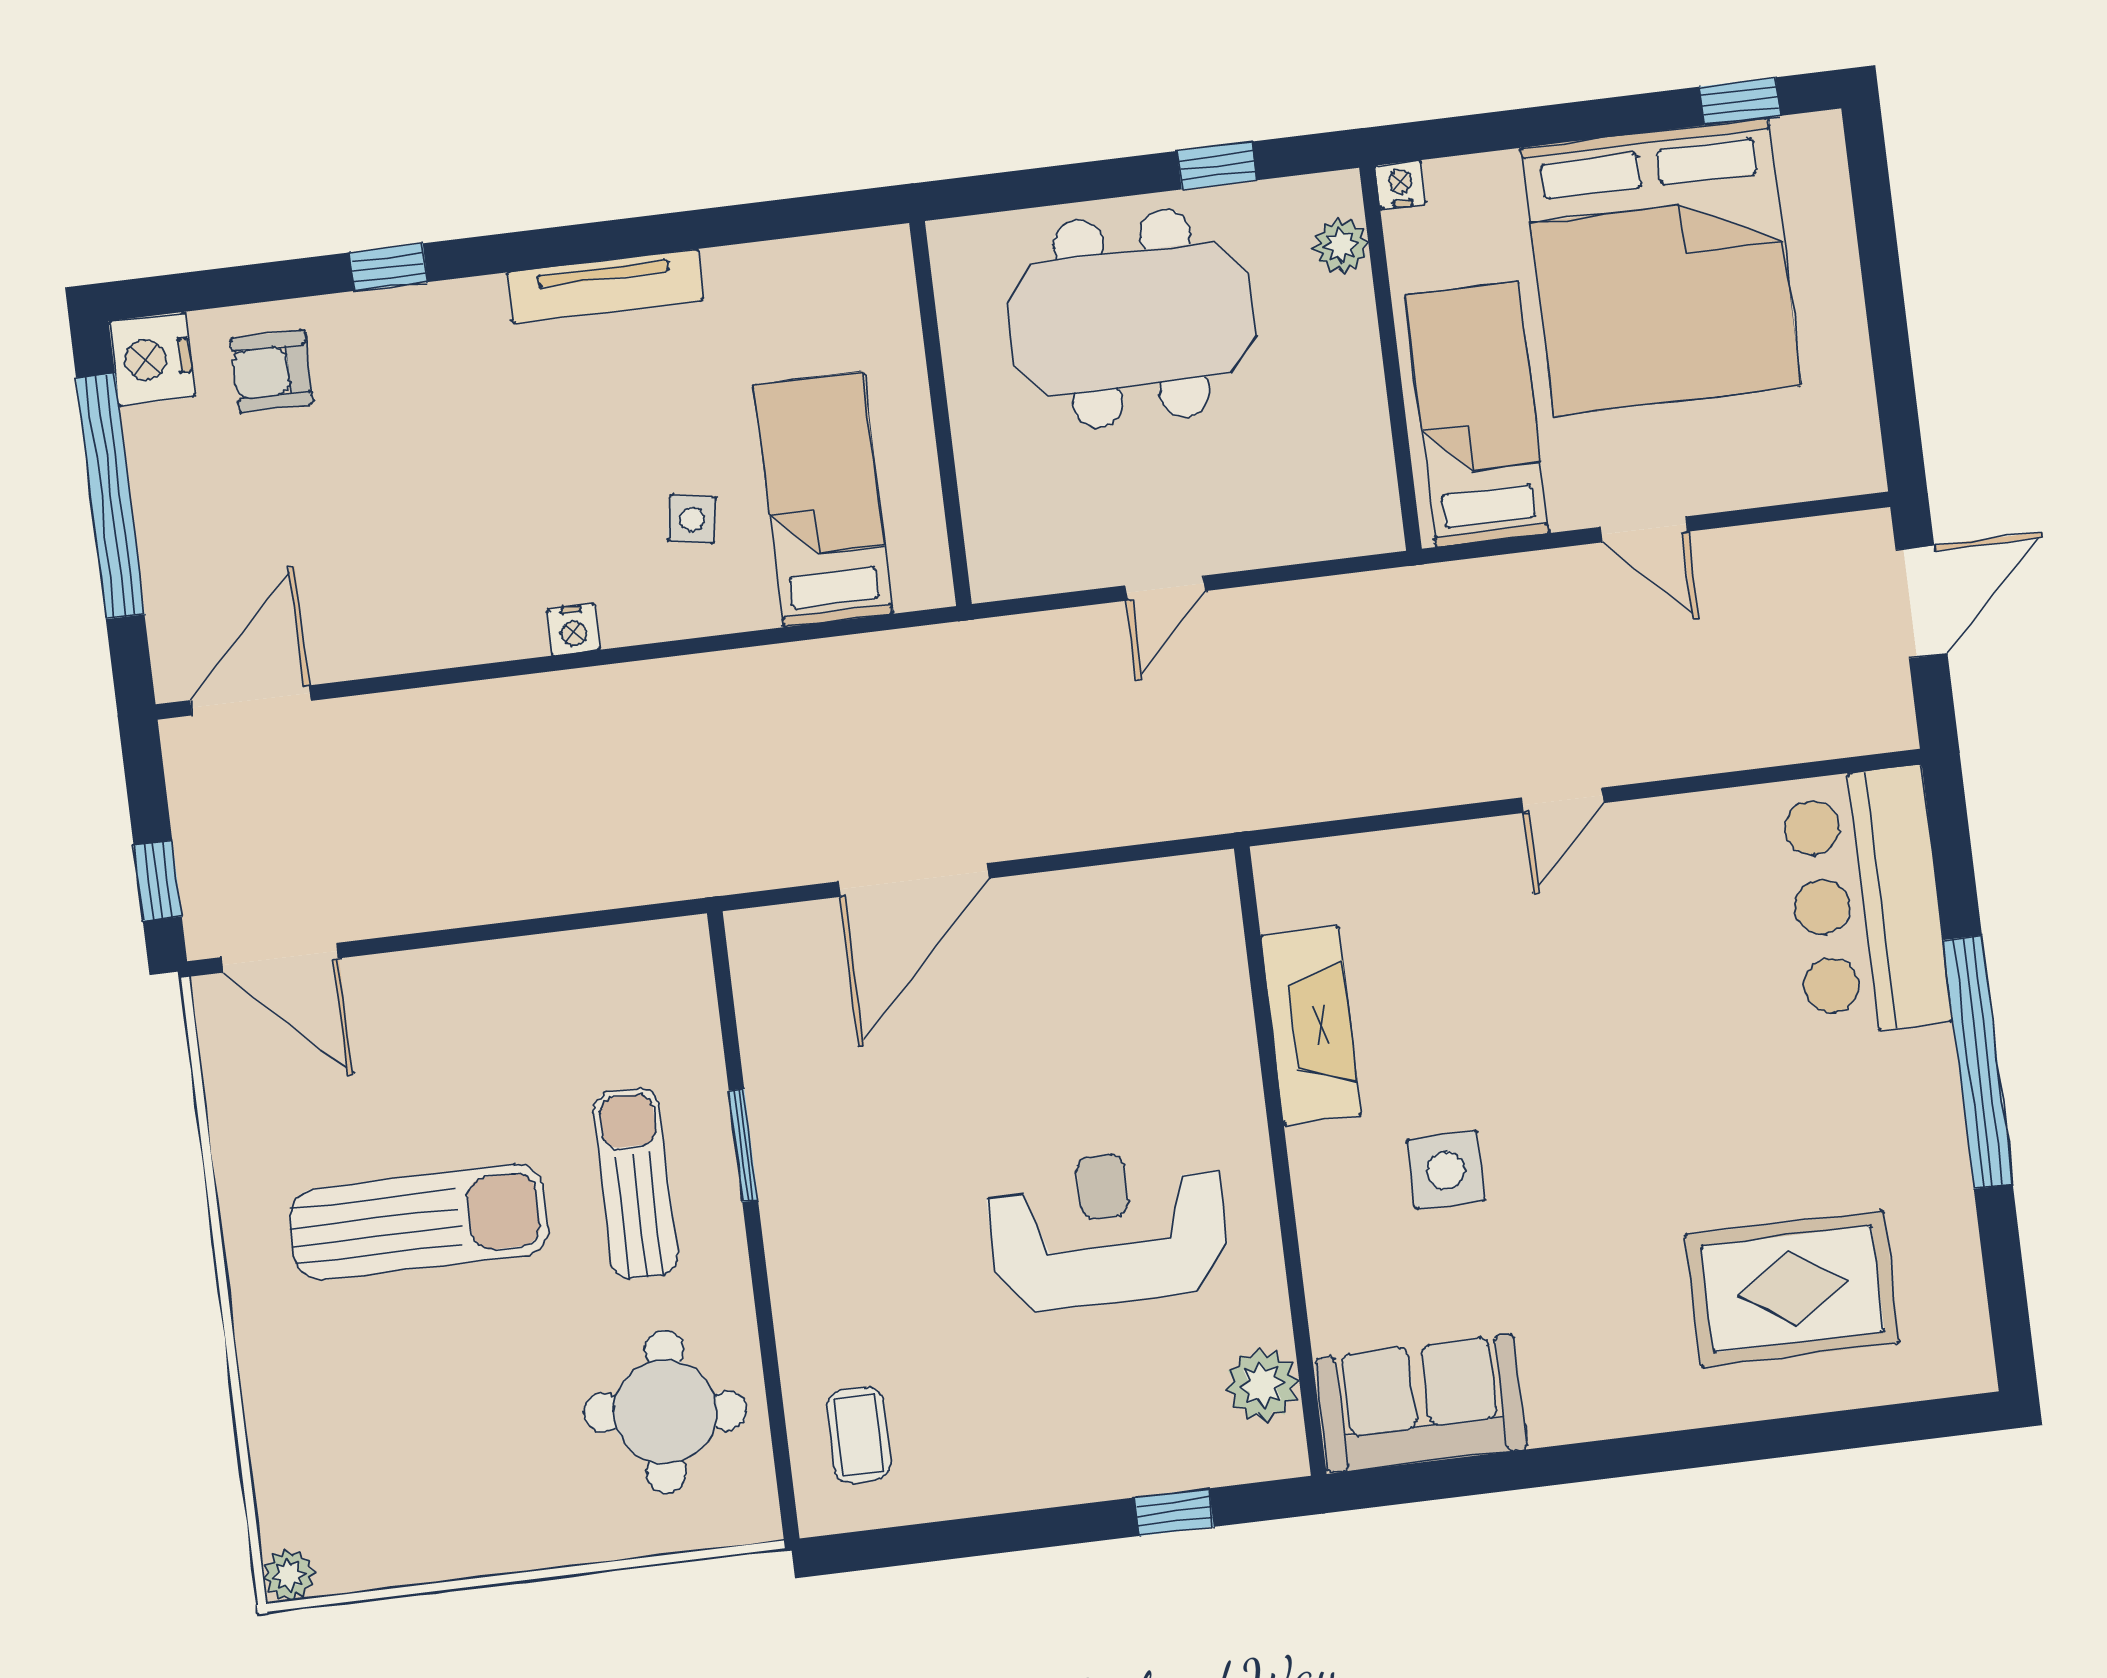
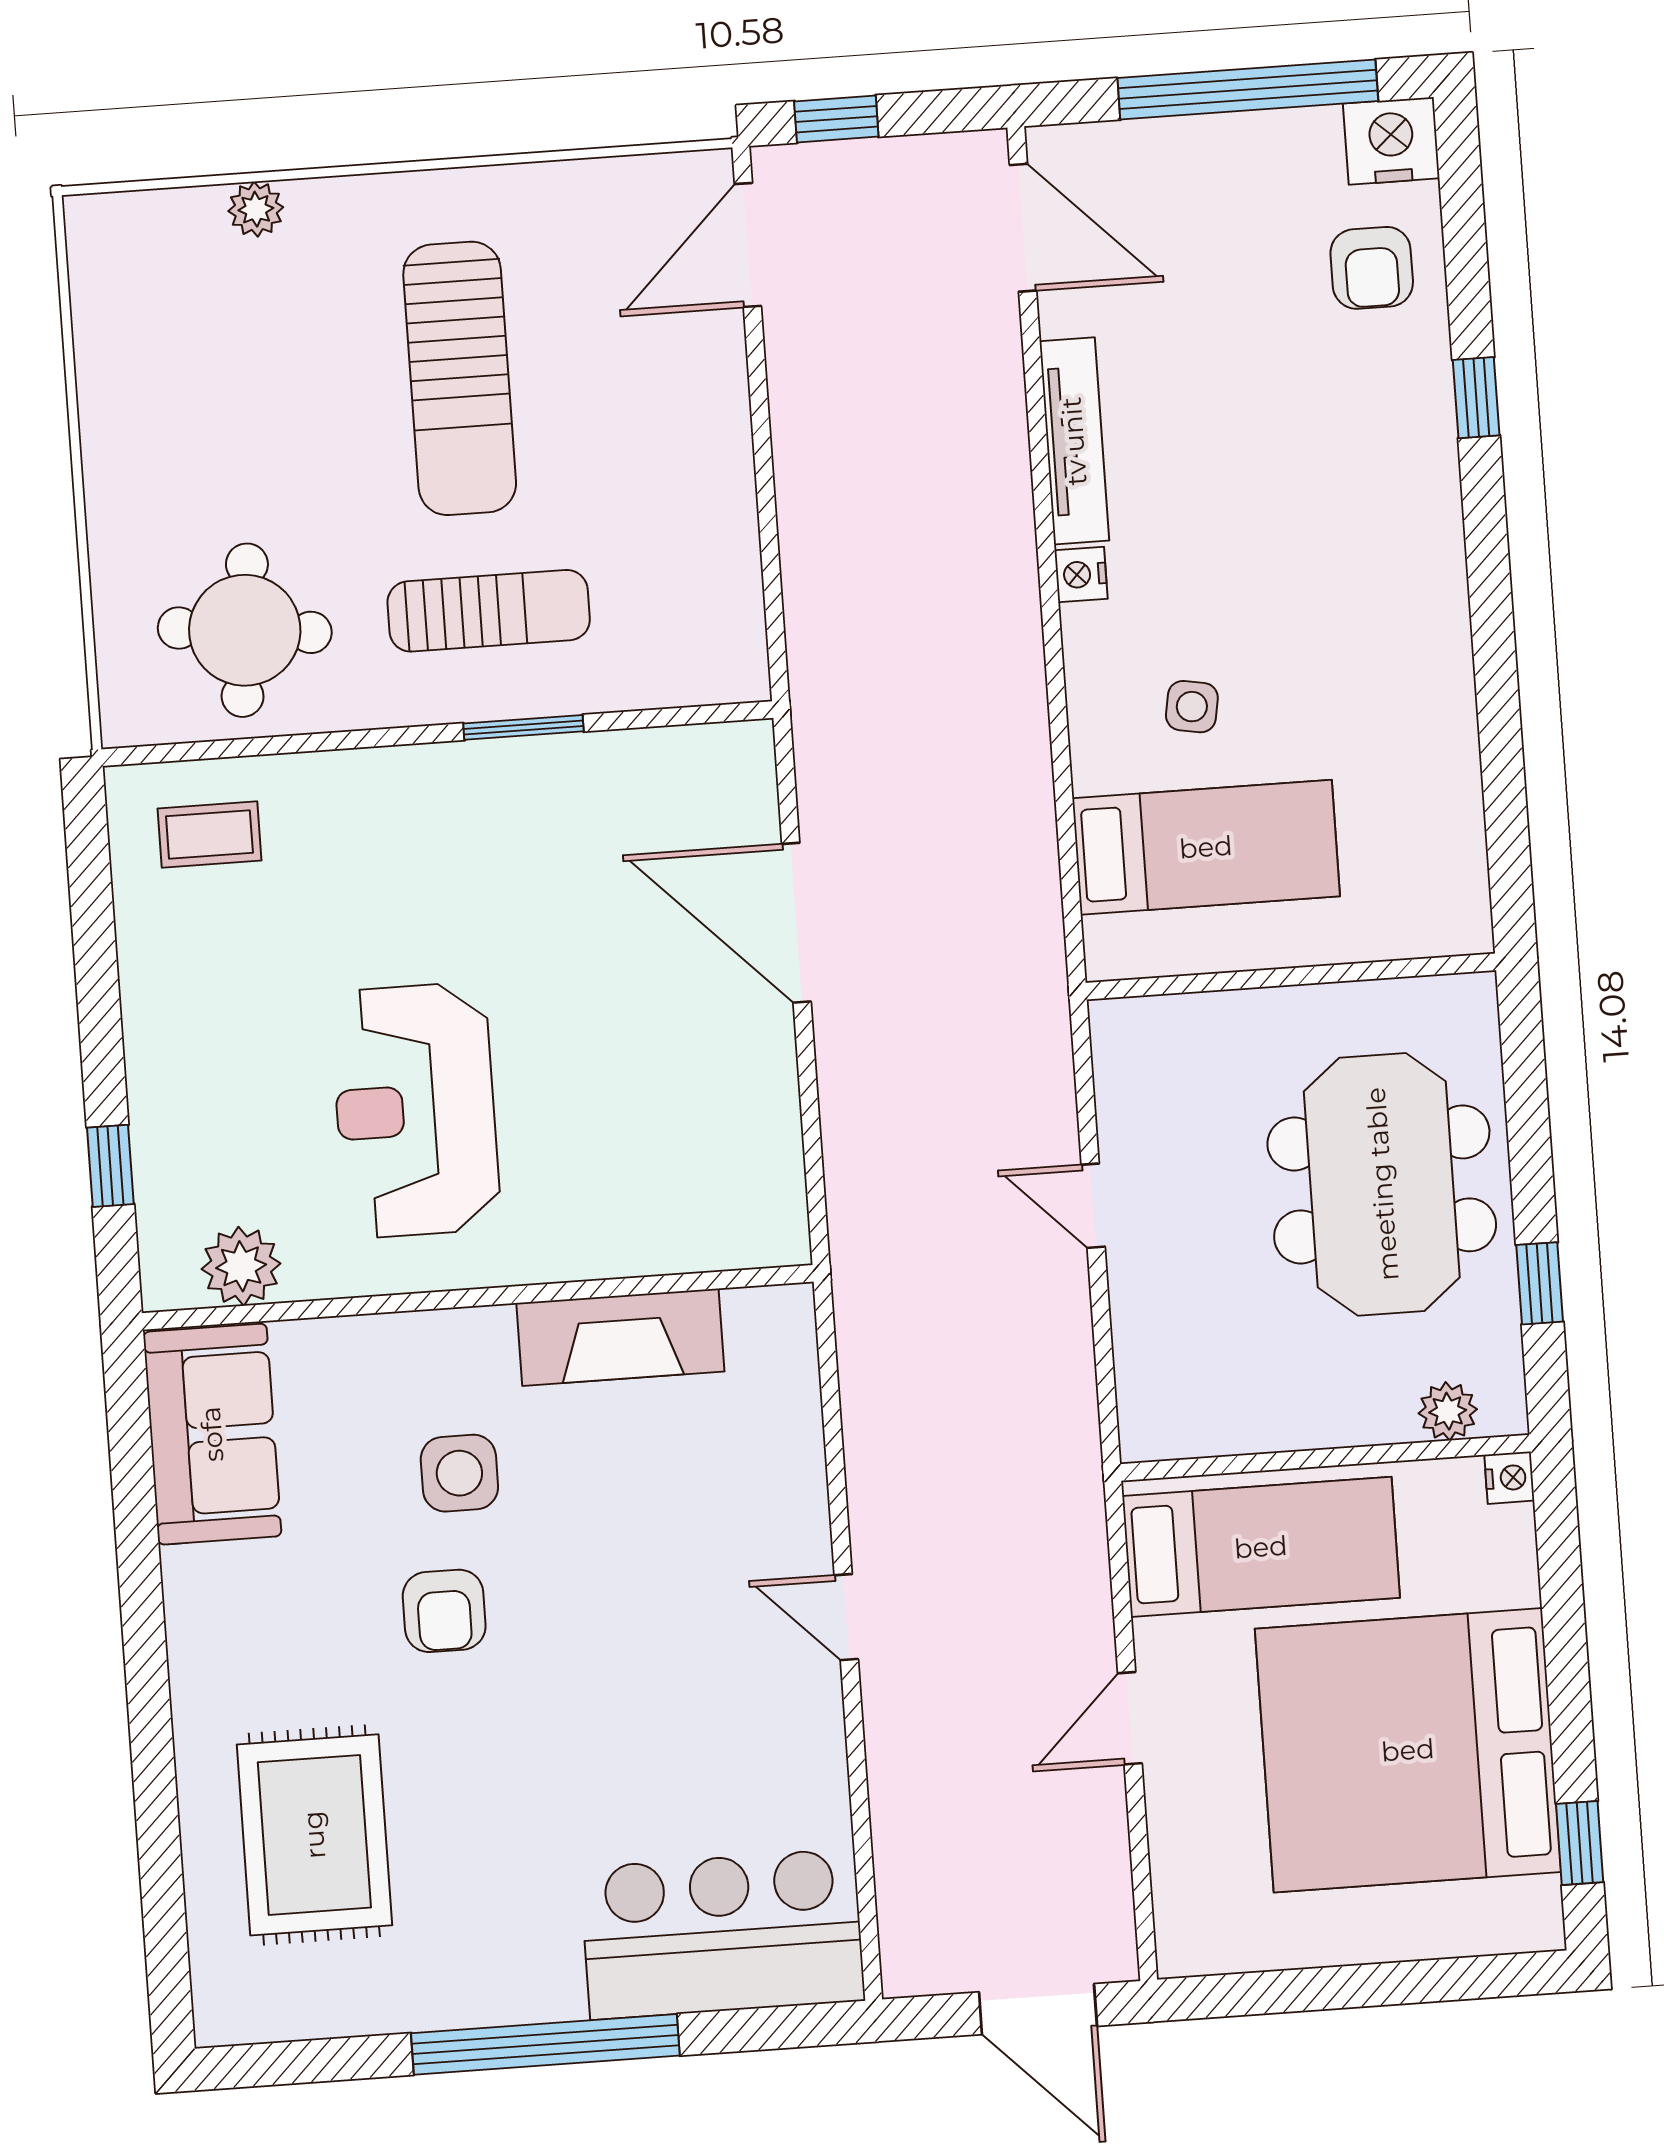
tv unit: (605, 286) -> (1074, 441), moved, turned 180
armchair: (272, 371) -> (1372, 268), turned 180
armchair: (1576, 1178) -> (444, 1611), added
reception desk: (1108, 1229) -> (415, 1110), turned 180
plant: (289, 1575) -> (256, 209), moved

